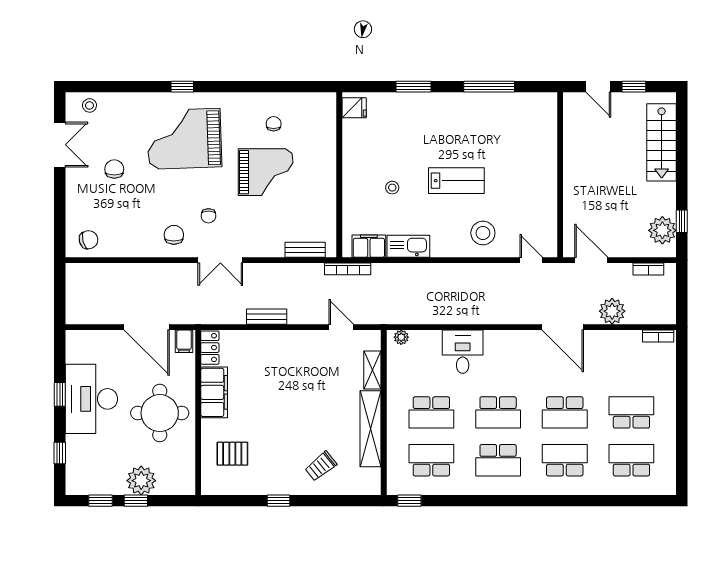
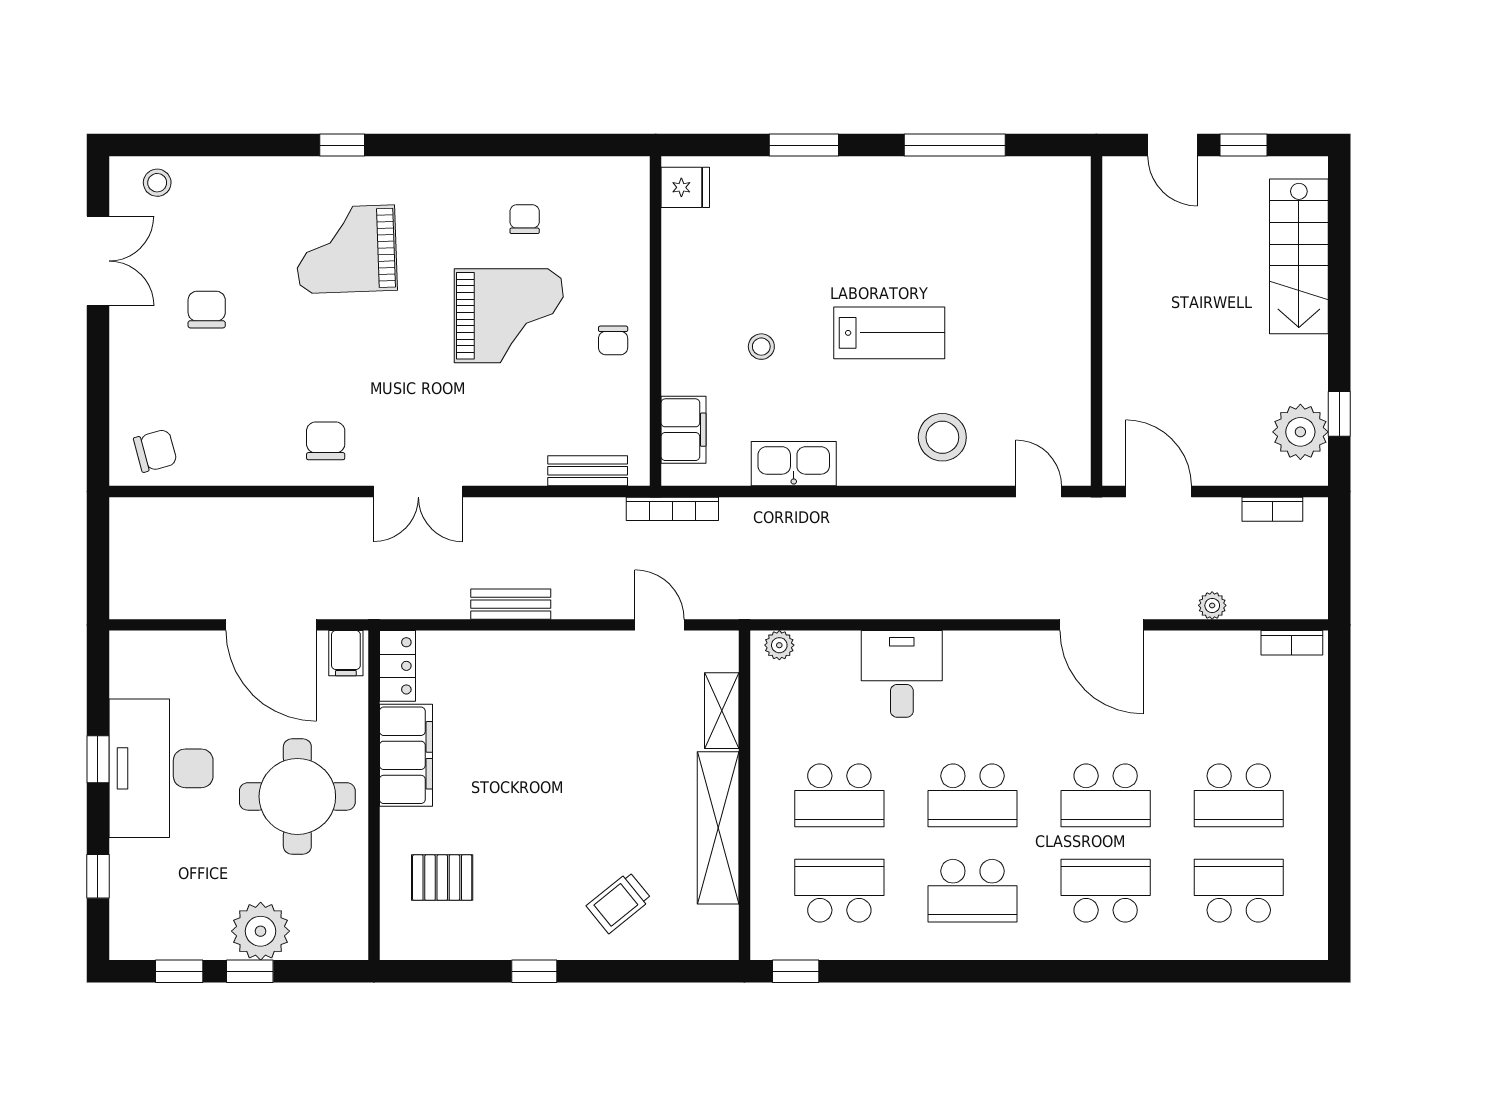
grand piano: (184, 139) -> (346, 249), width x0.73, depth x0.68
chair: (208, 216) -> (613, 340), moved
filing cabinet: (369, 246) -> (684, 430), moved, turned 90
plant: (612, 311) -> (1212, 605), width x0.53, depth x0.53
school desk: (631, 412) -> (1239, 795), turned 180

